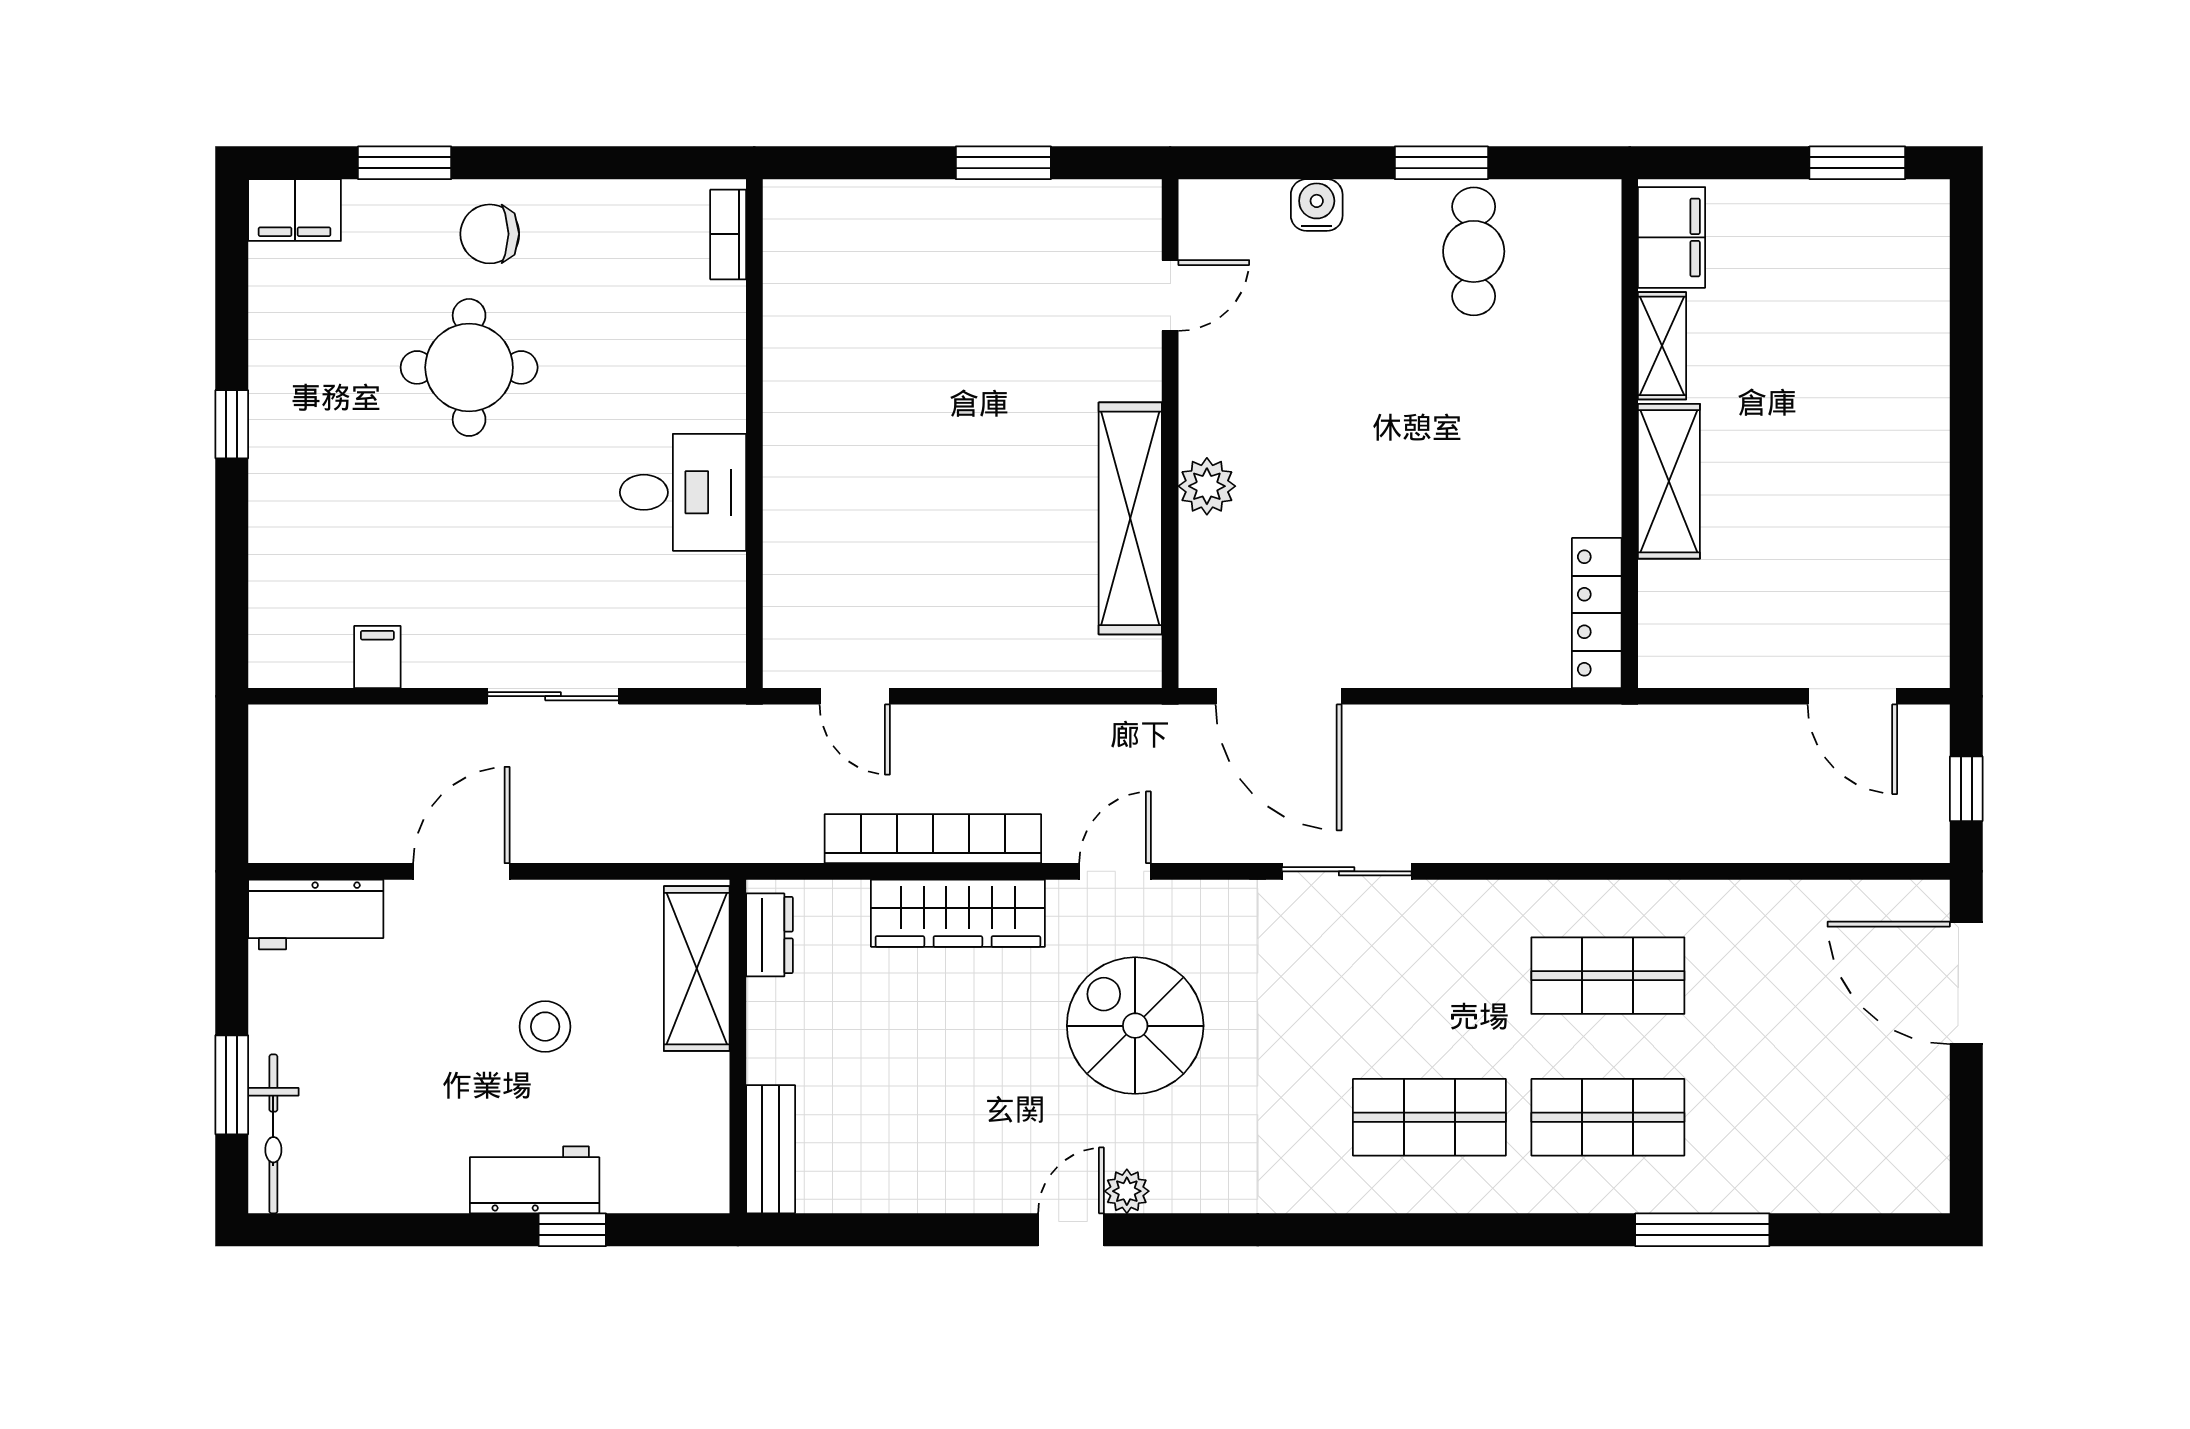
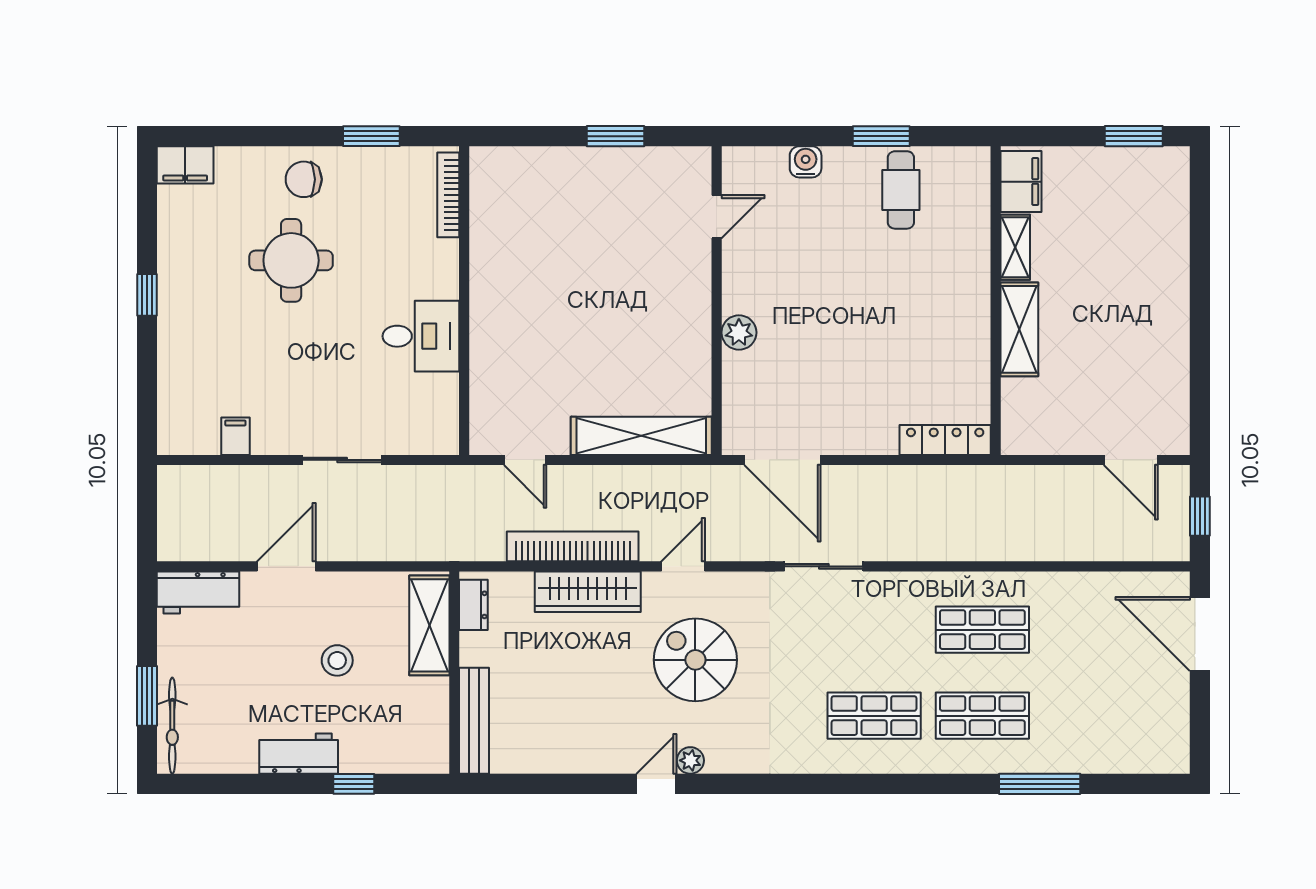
window: (405, 163) -> (371, 136), moved
bookcase: (728, 234) -> (448, 195), width x1.56
shelving: (1130, 518) -> (641, 436), moved, turned 90
locker: (1597, 613) -> (945, 440), moved, turned 90
bench: (771, 1149) -> (474, 721), width x1.36
workbench: (535, 1180) -> (299, 754), moved

